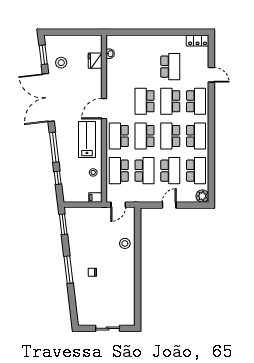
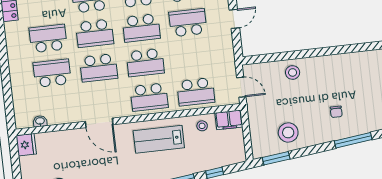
fridge: (95, 61) -> (26, 145), moved, turned -90
door: (104, 109) -> (99, 123), moved
school desk: (145, 171) -> (52, 73), moved
filing cabinet: (95, 198) -> (229, 120), width x2.00
door: (169, 205) -> (234, 19), swing flipped
stool: (81, 235) -> (288, 132), added
window: (69, 270) -> (353, 140), moved

